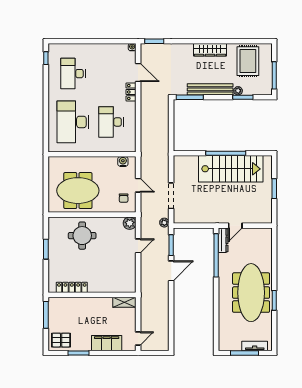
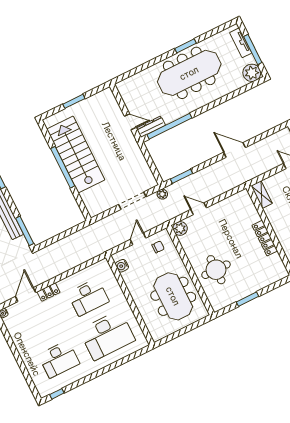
door: (171, 271) -> (235, 150), moved
locker: (72, 287) -> (265, 238), moved
plant: (226, 343) -> (252, 73), added

